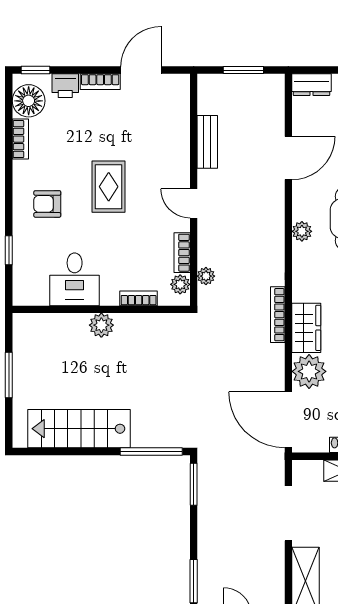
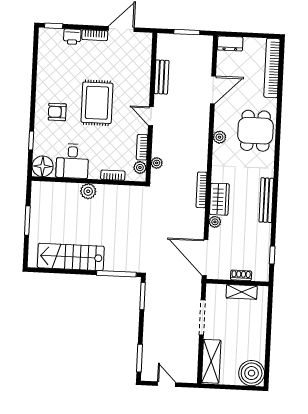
floor lamp: (29, 101) -> (43, 166), moved
bookcase: (20, 139) -> (42, 70), removed
rug: (109, 187) -> (97, 103), width x1.36, depth x1.43
plant: (309, 371) -> (215, 222), width x0.53, depth x0.53

